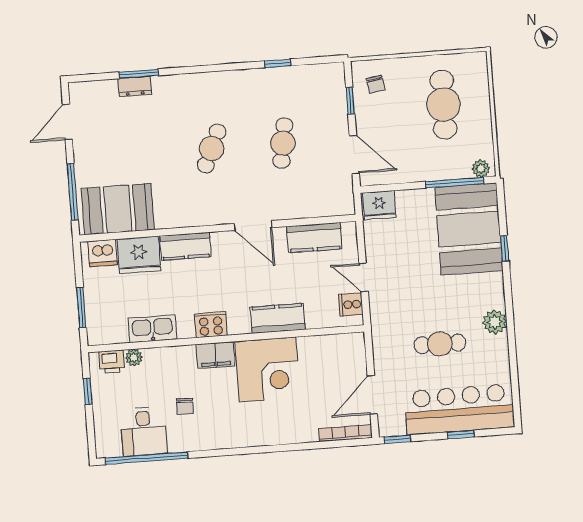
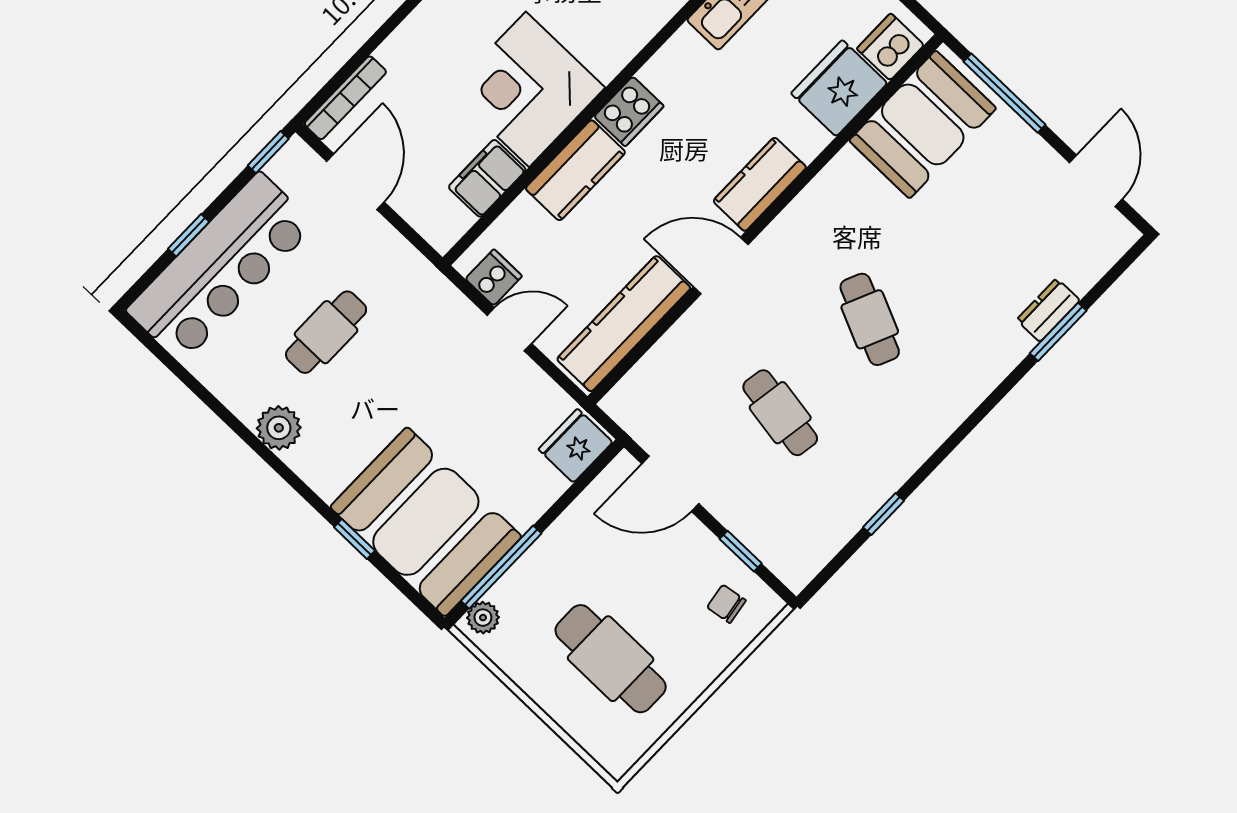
kitchen counter: (314, 238) -> (624, 324), width x1.50
kitchen counter: (185, 246) -> (760, 184), moved
cooker: (211, 325) -> (629, 111), moved
filing cabinet: (215, 355) -> (487, 178), moved

